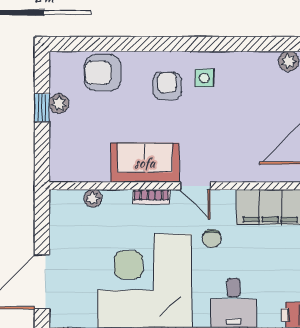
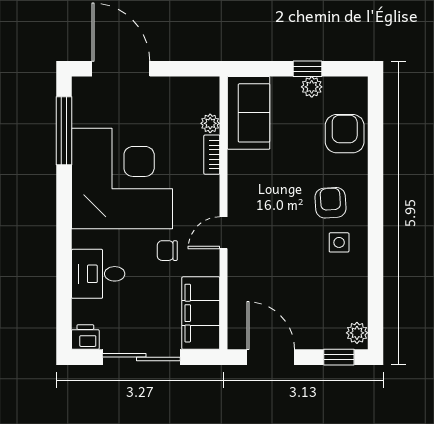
armchair: (167, 86) -> (331, 203), turned -94
sofa: (145, 163) -> (249, 113), moved
bookcase: (151, 197) -> (212, 155), moved

